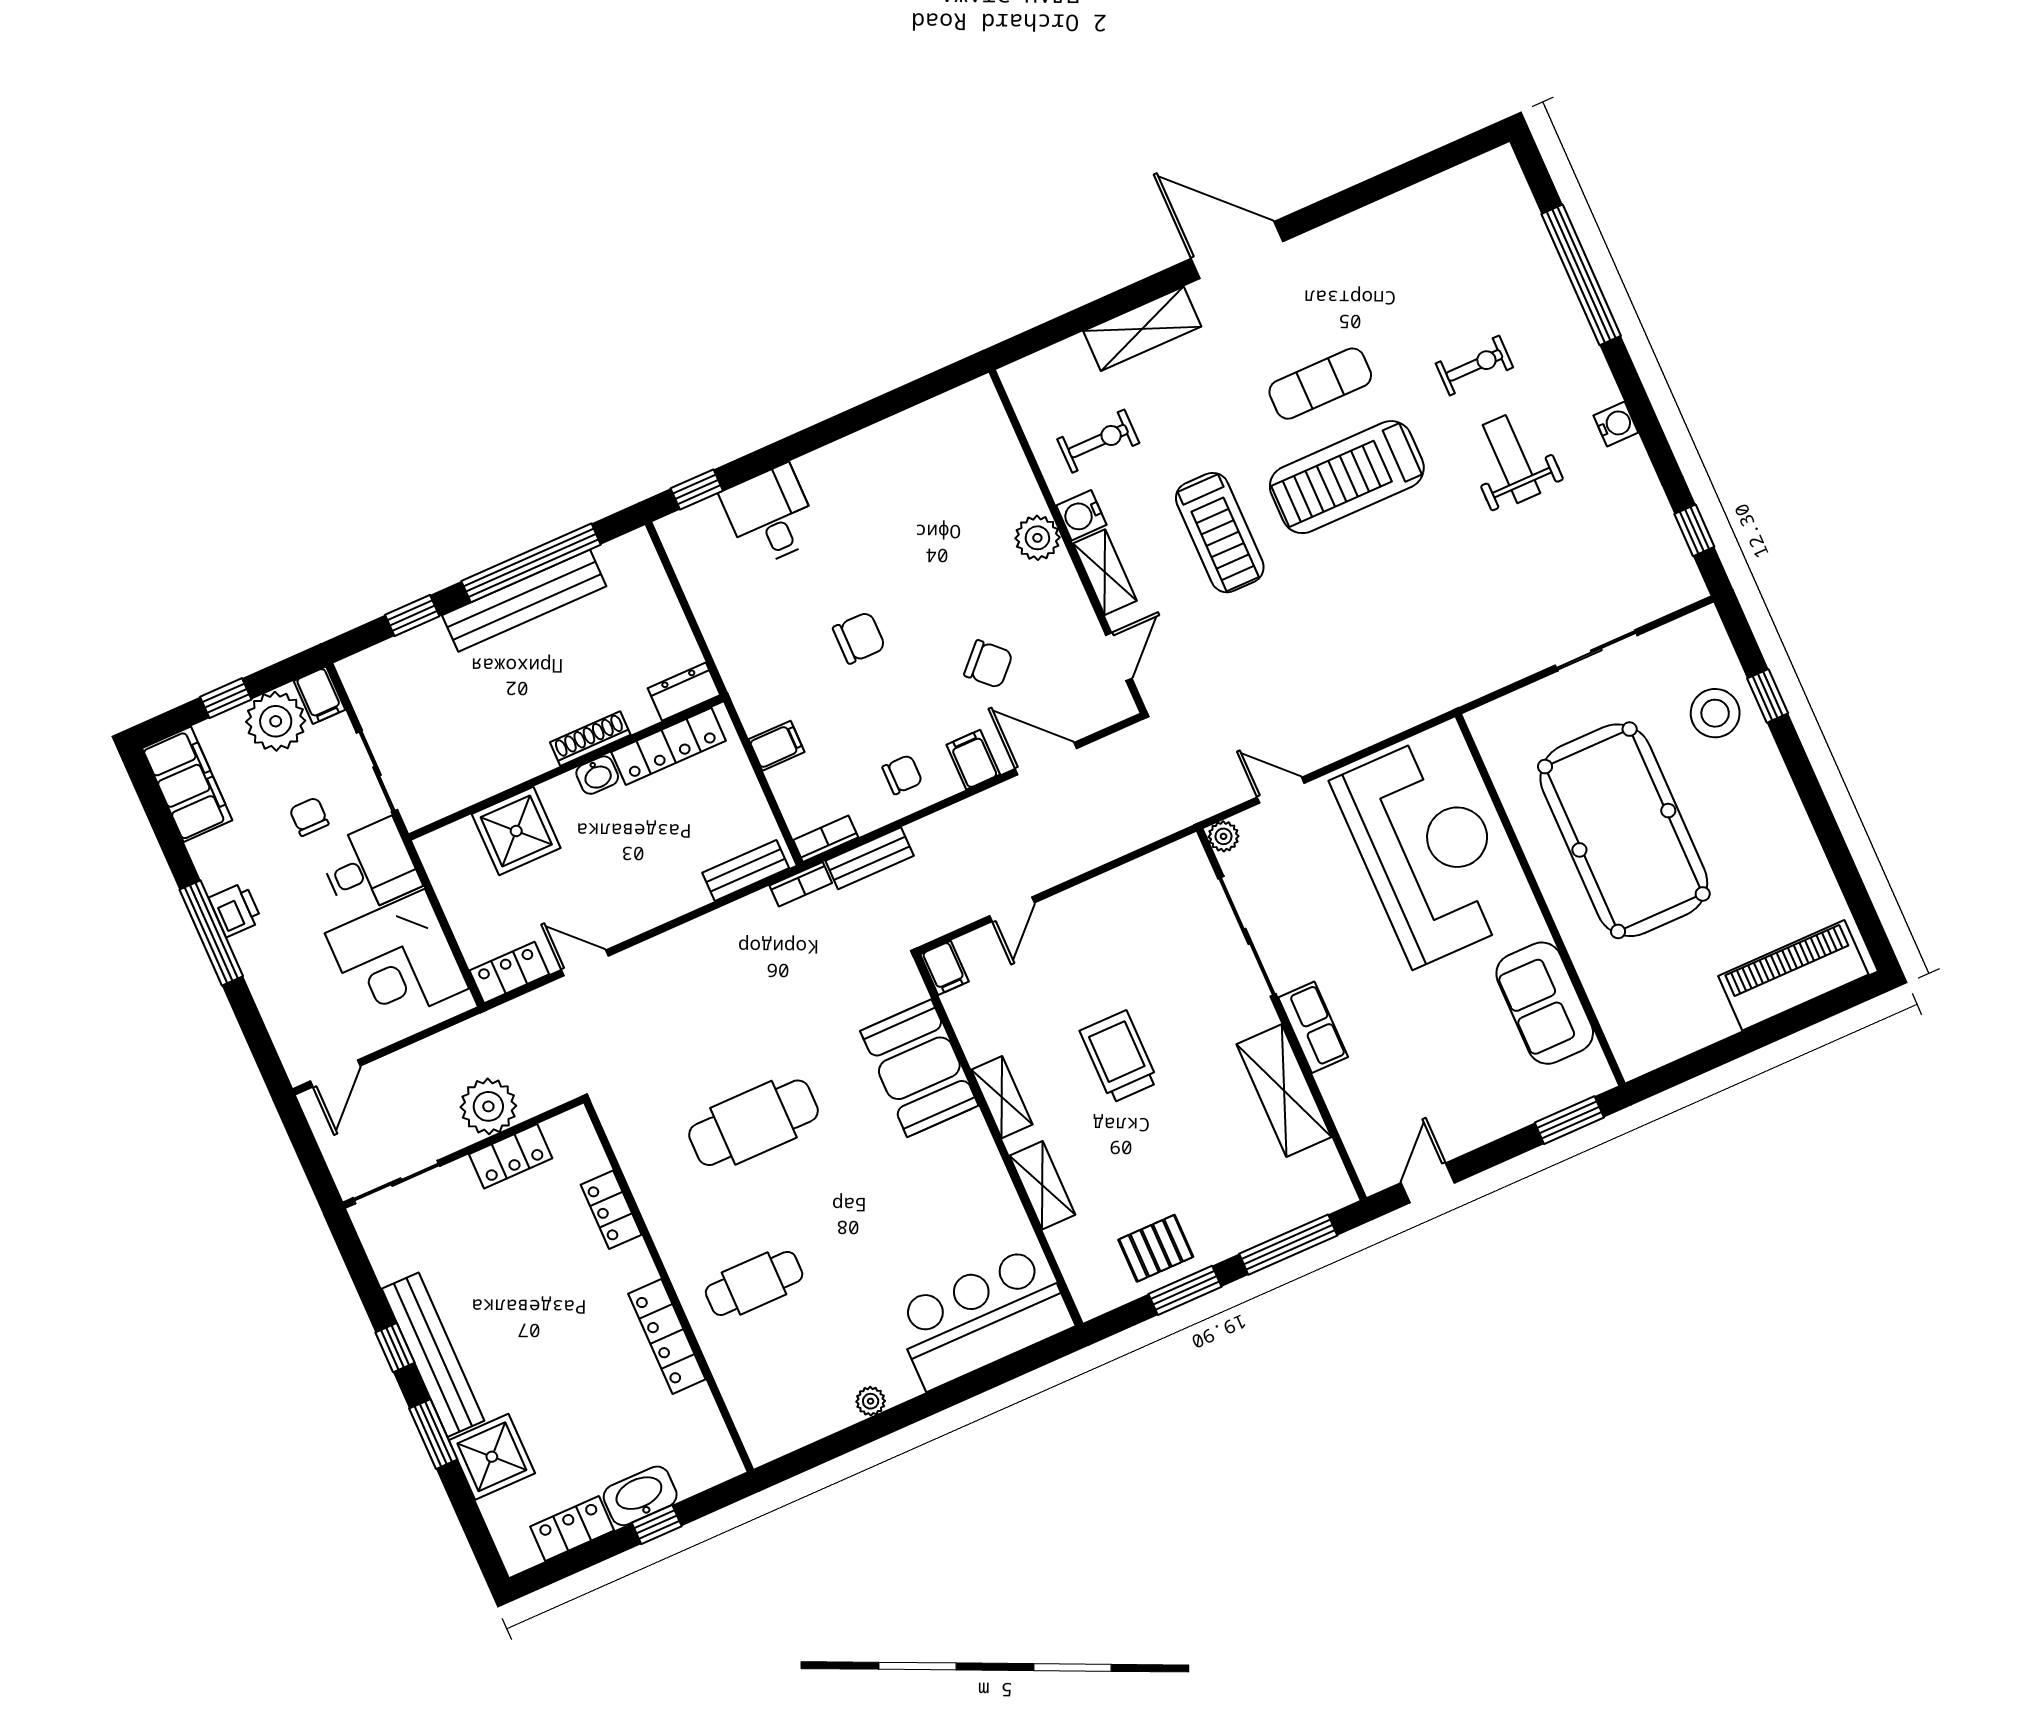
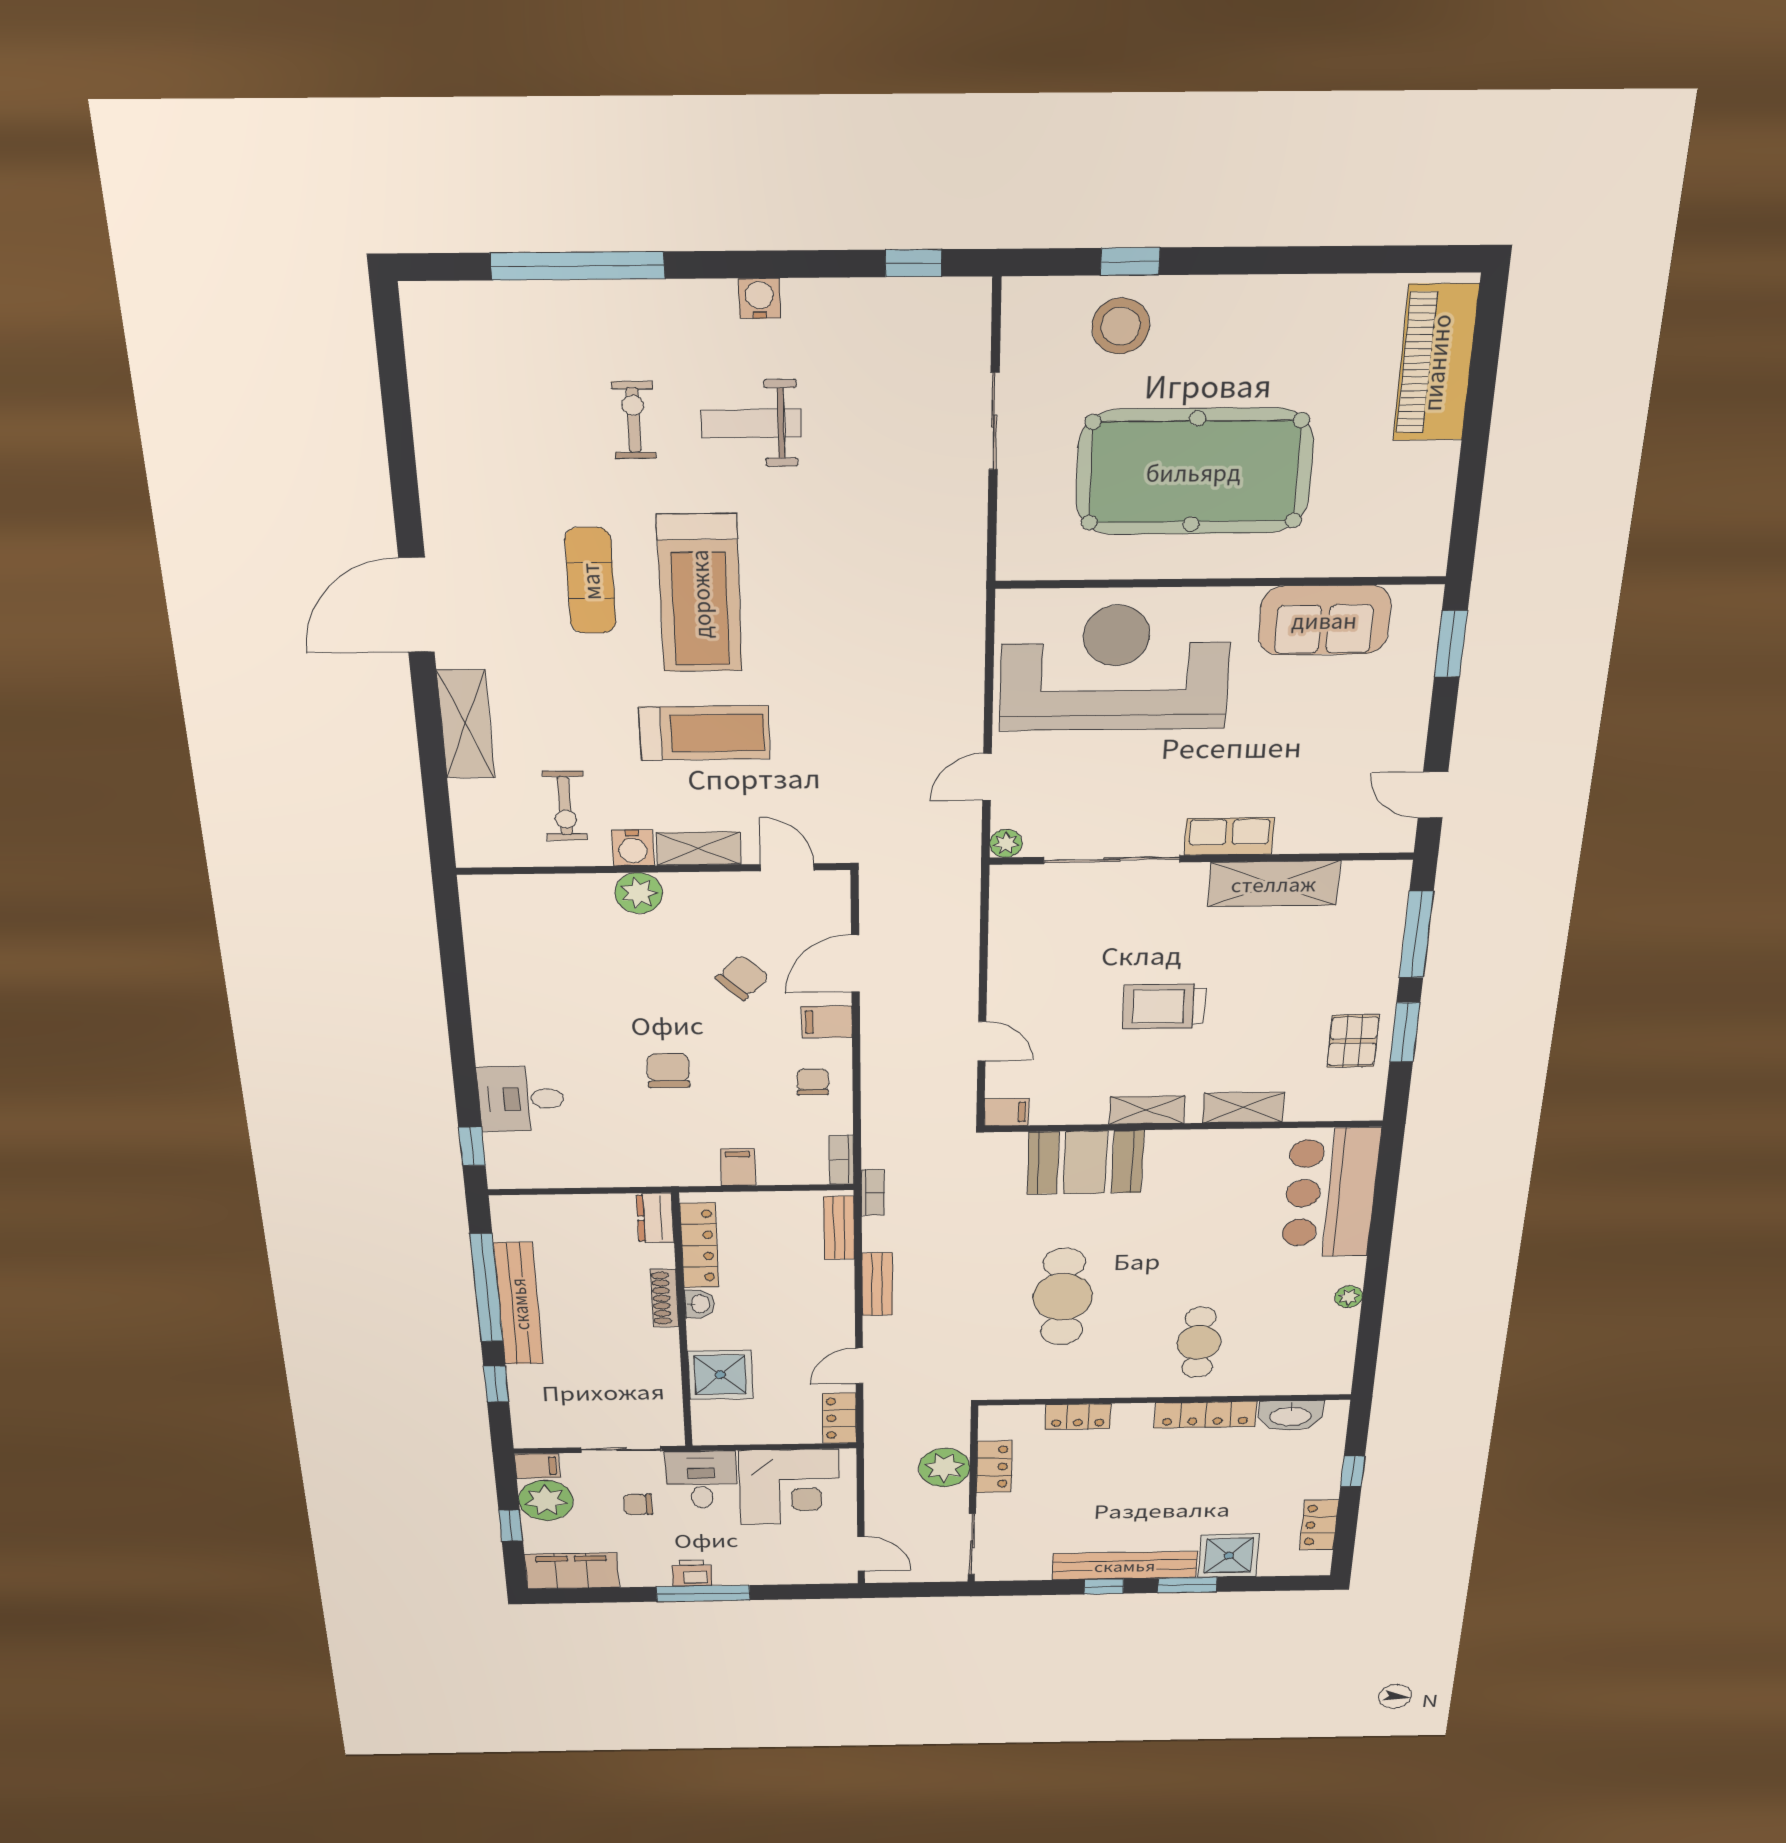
exercise bike: (1098, 441) -> (565, 806), turned 180
bench: (870, 858) -> (877, 1284), moved
washbasin: (640, 1496) -> (1291, 1415), moved, turned -90

